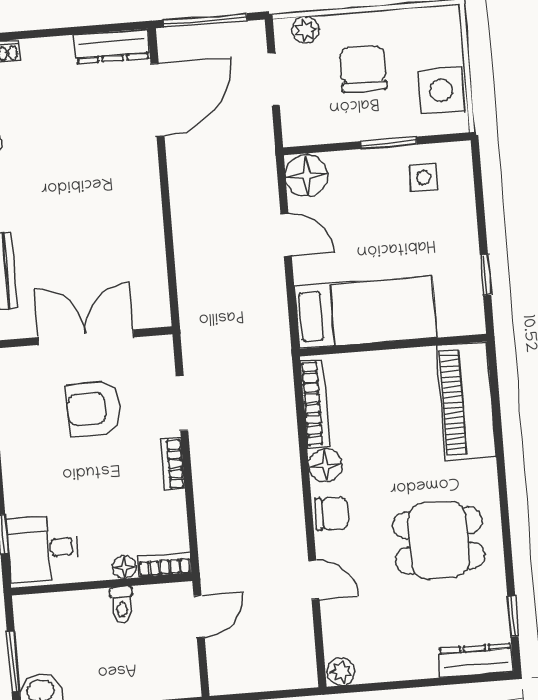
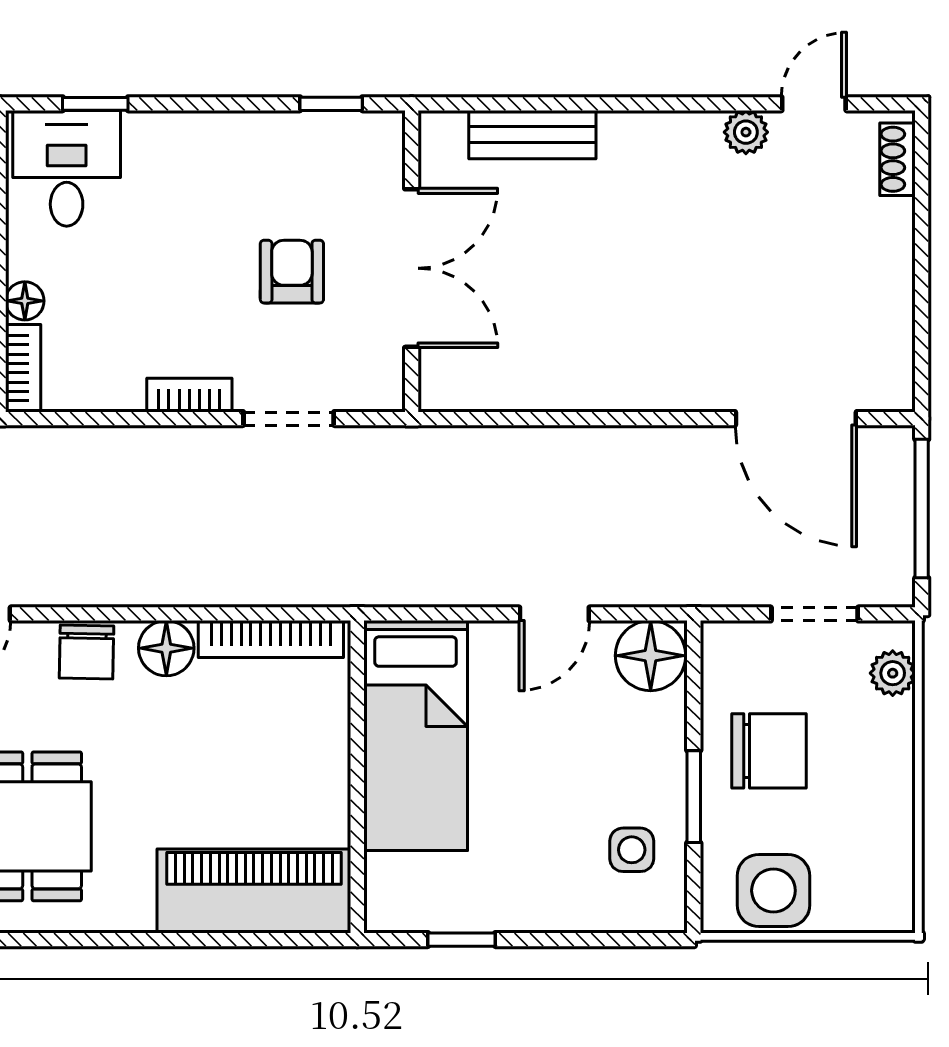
dresser: (112, 46) -> (891, 350), removed
chair: (363, 69) -> (769, 751), moved
armchair: (94, 409) -> (292, 272), width x0.72, depth x0.72

